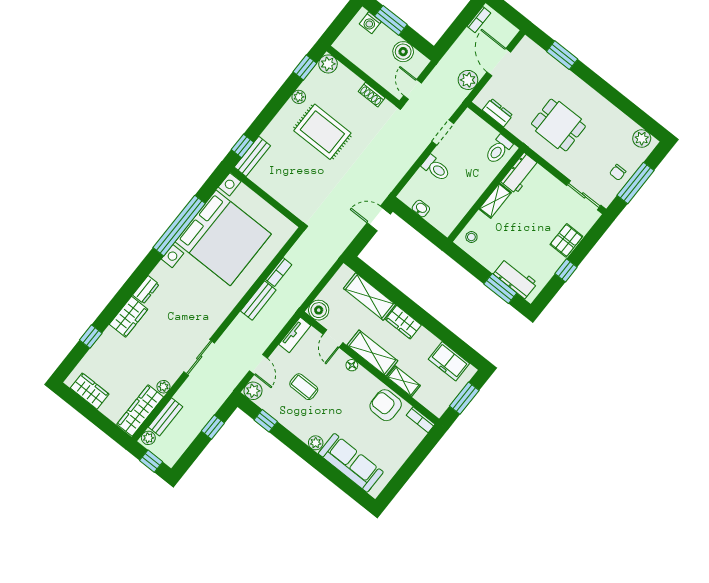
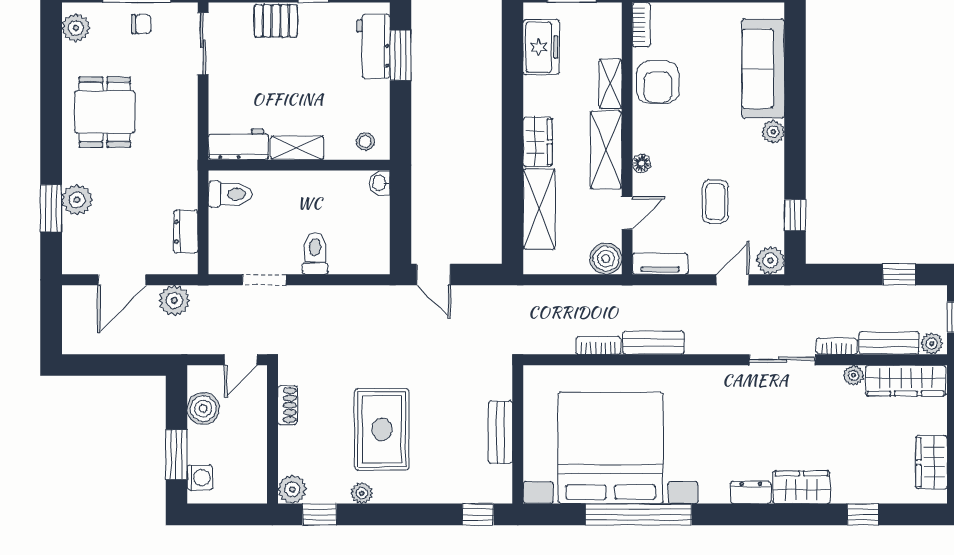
bookcase: (479, 20) -> (837, 346), moved
plant: (556, 71) -> (77, 200), added
dining table: (558, 125) -> (105, 112), moved
bench: (252, 156) -> (500, 432), moved, turned 90
washbasin: (421, 209) -> (380, 183), moved
window: (213, 427) -> (899, 274), moved

